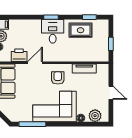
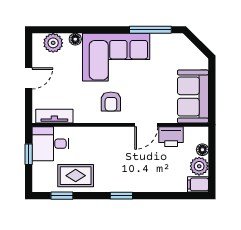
desk: (53, 31) -> (51, 144), moved, turned 90
tv unit: (84, 68) -> (54, 116), moved
door: (111, 93) -> (29, 78), swing flipped

